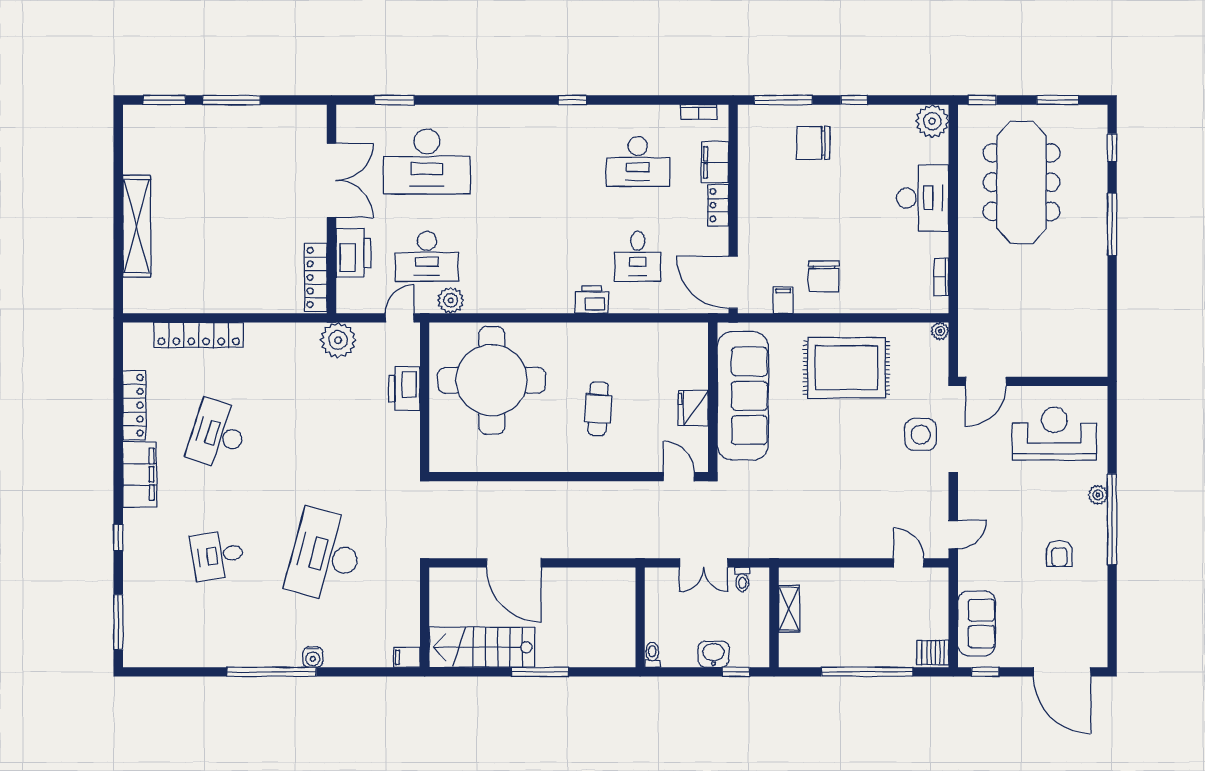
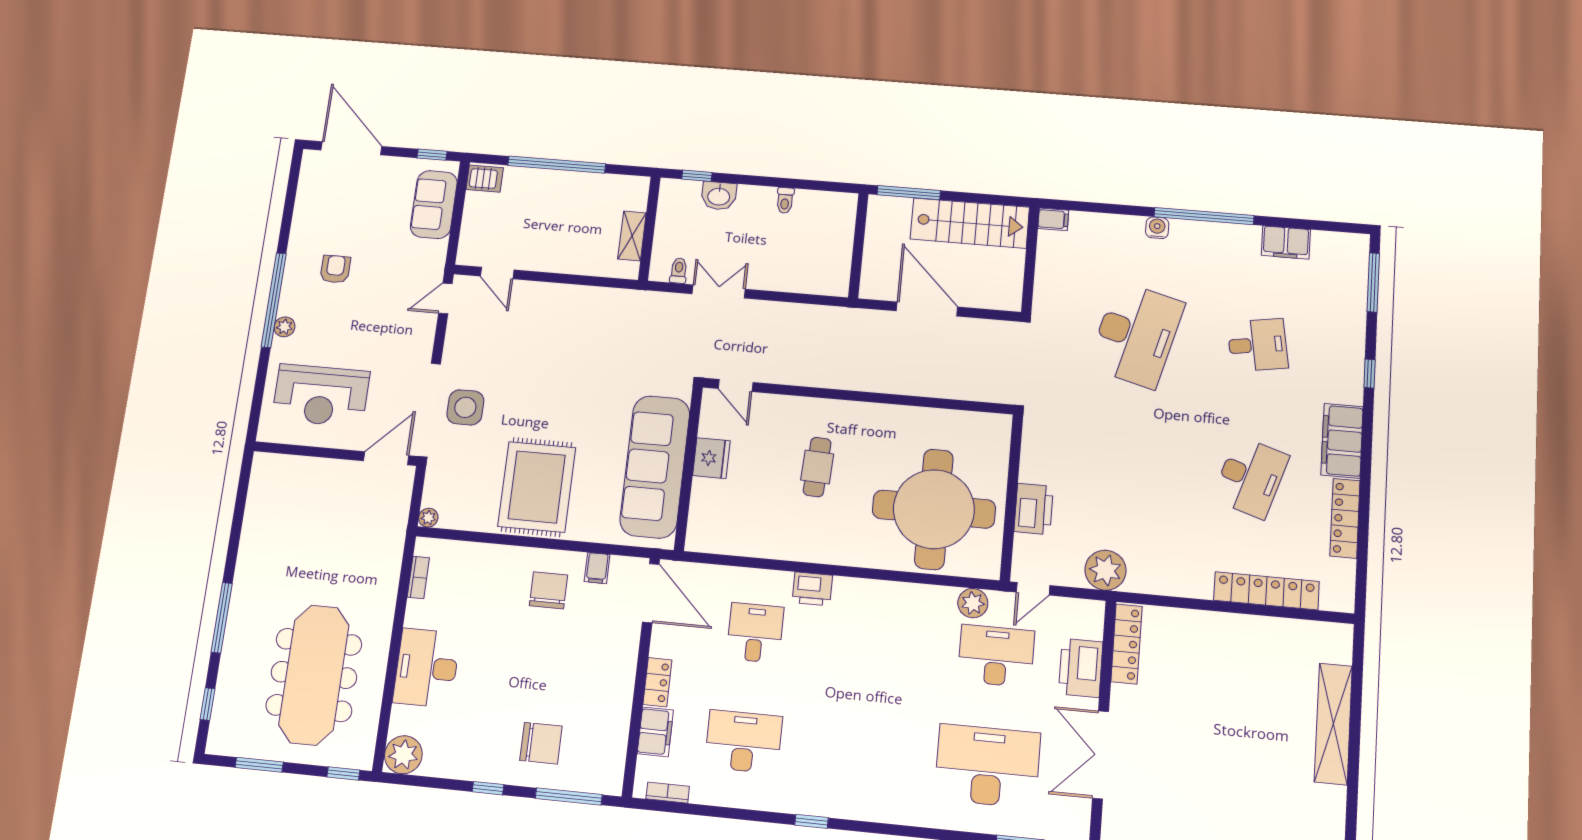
rug: (846, 368) -> (537, 487), turned 90
wall: (640, 617) -> (858, 246), moved
filing cabinet: (197, 653) -> (1286, 242), added

